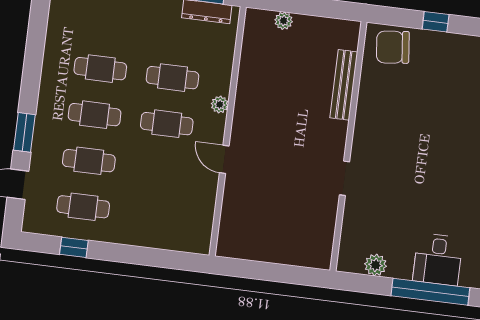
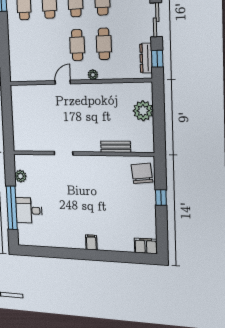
plant: (284, 21) -> (143, 111), width x1.88, depth x1.88
bench: (344, 85) -> (116, 147), width x0.73

